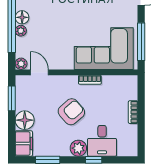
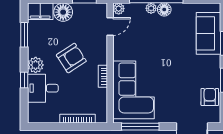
armchair: (71, 112) -> (71, 58), turned -82
bookcase: (133, 112) -> (77, 119), width x1.56

